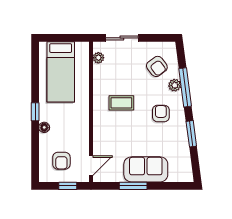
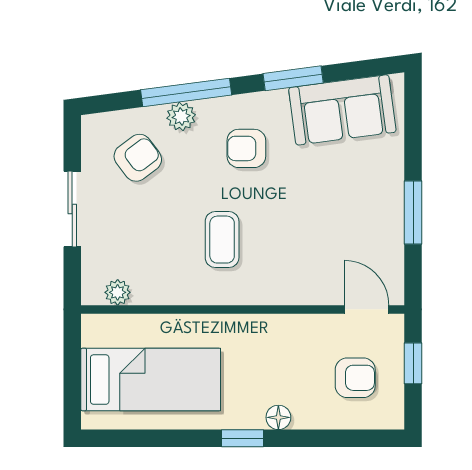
sliding door: (122, 38) -> (72, 209), moved
sofa: (146, 169) -> (342, 110), moved, turned -98

